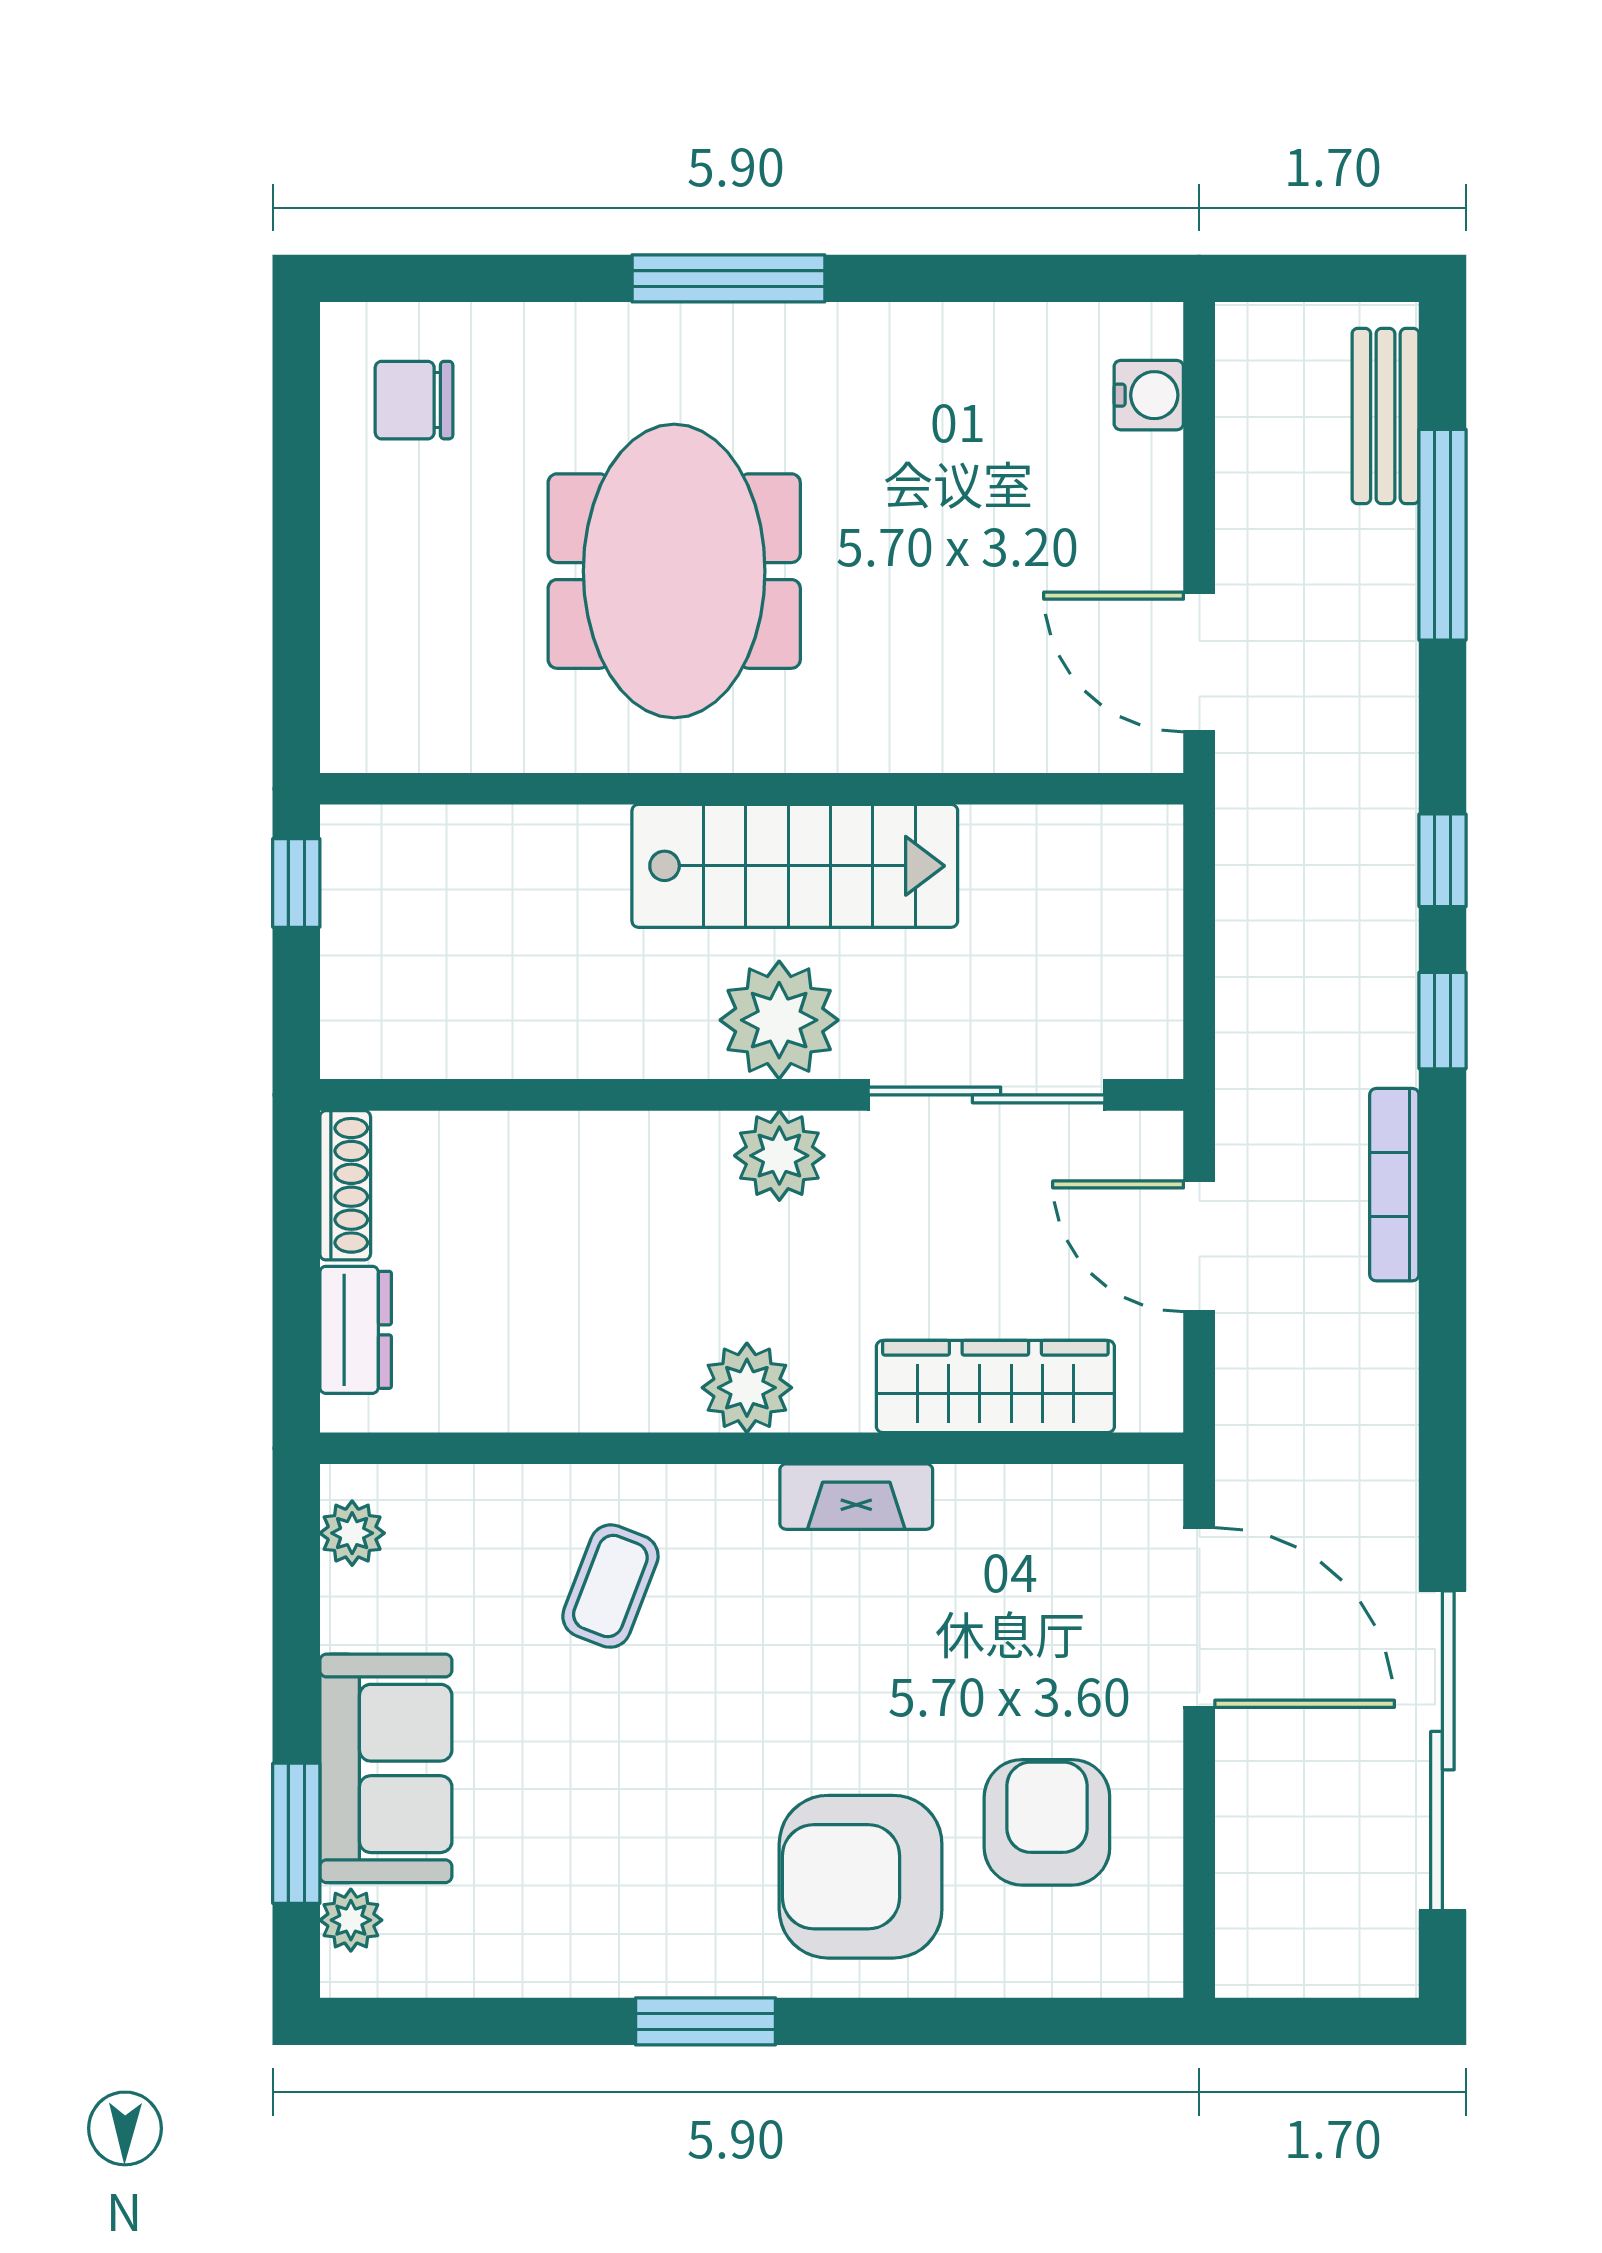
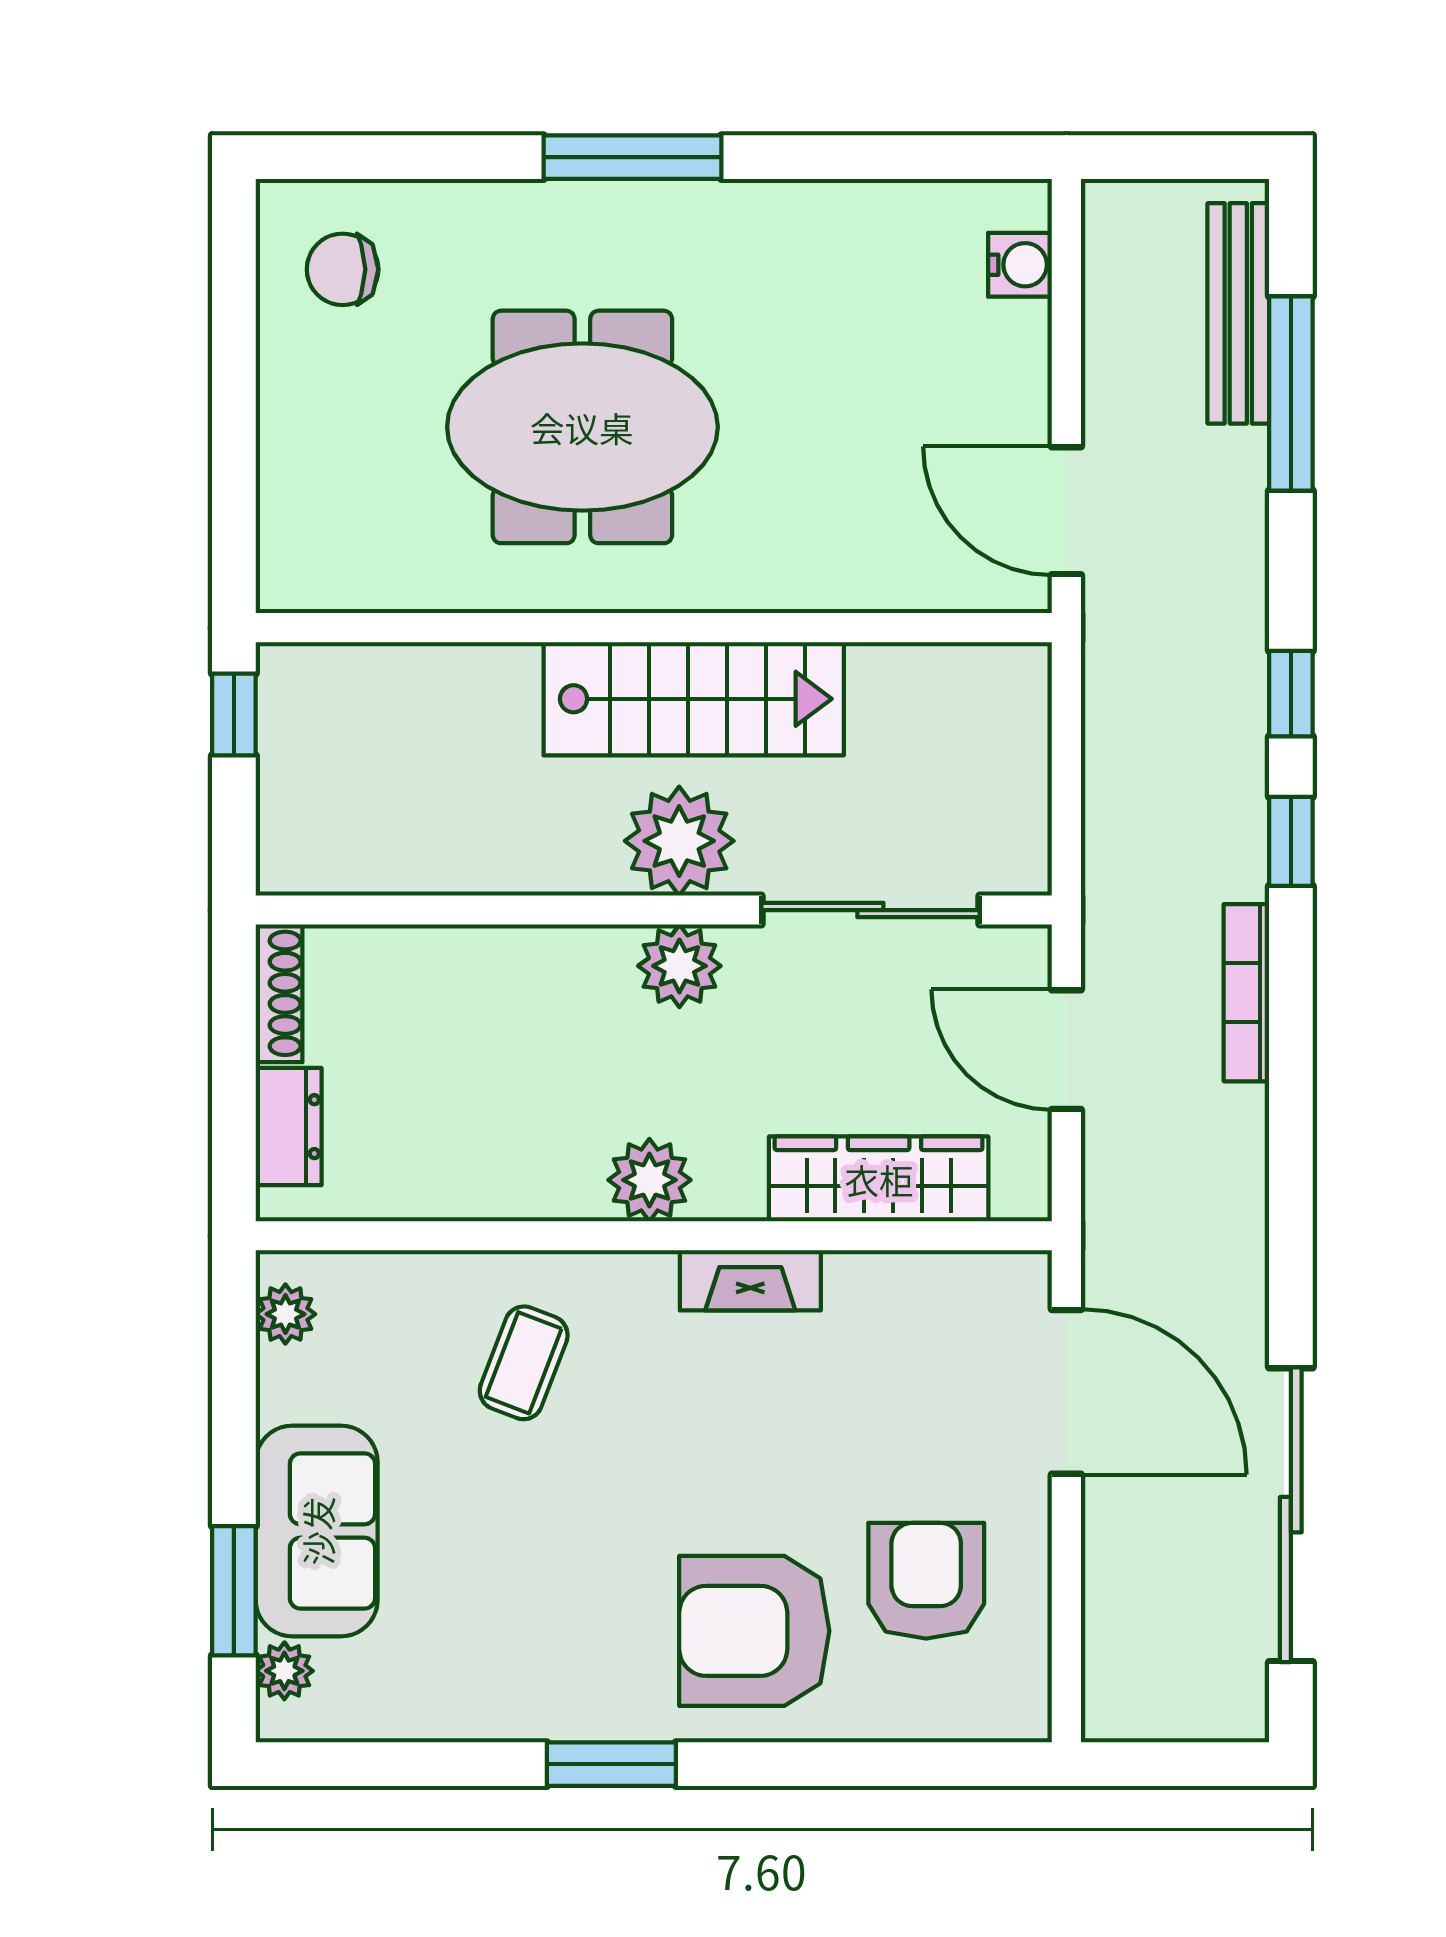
bench: (1385, 416) -> (1238, 313), width x1.36
meeting table: (674, 571) -> (582, 427), turned 90

